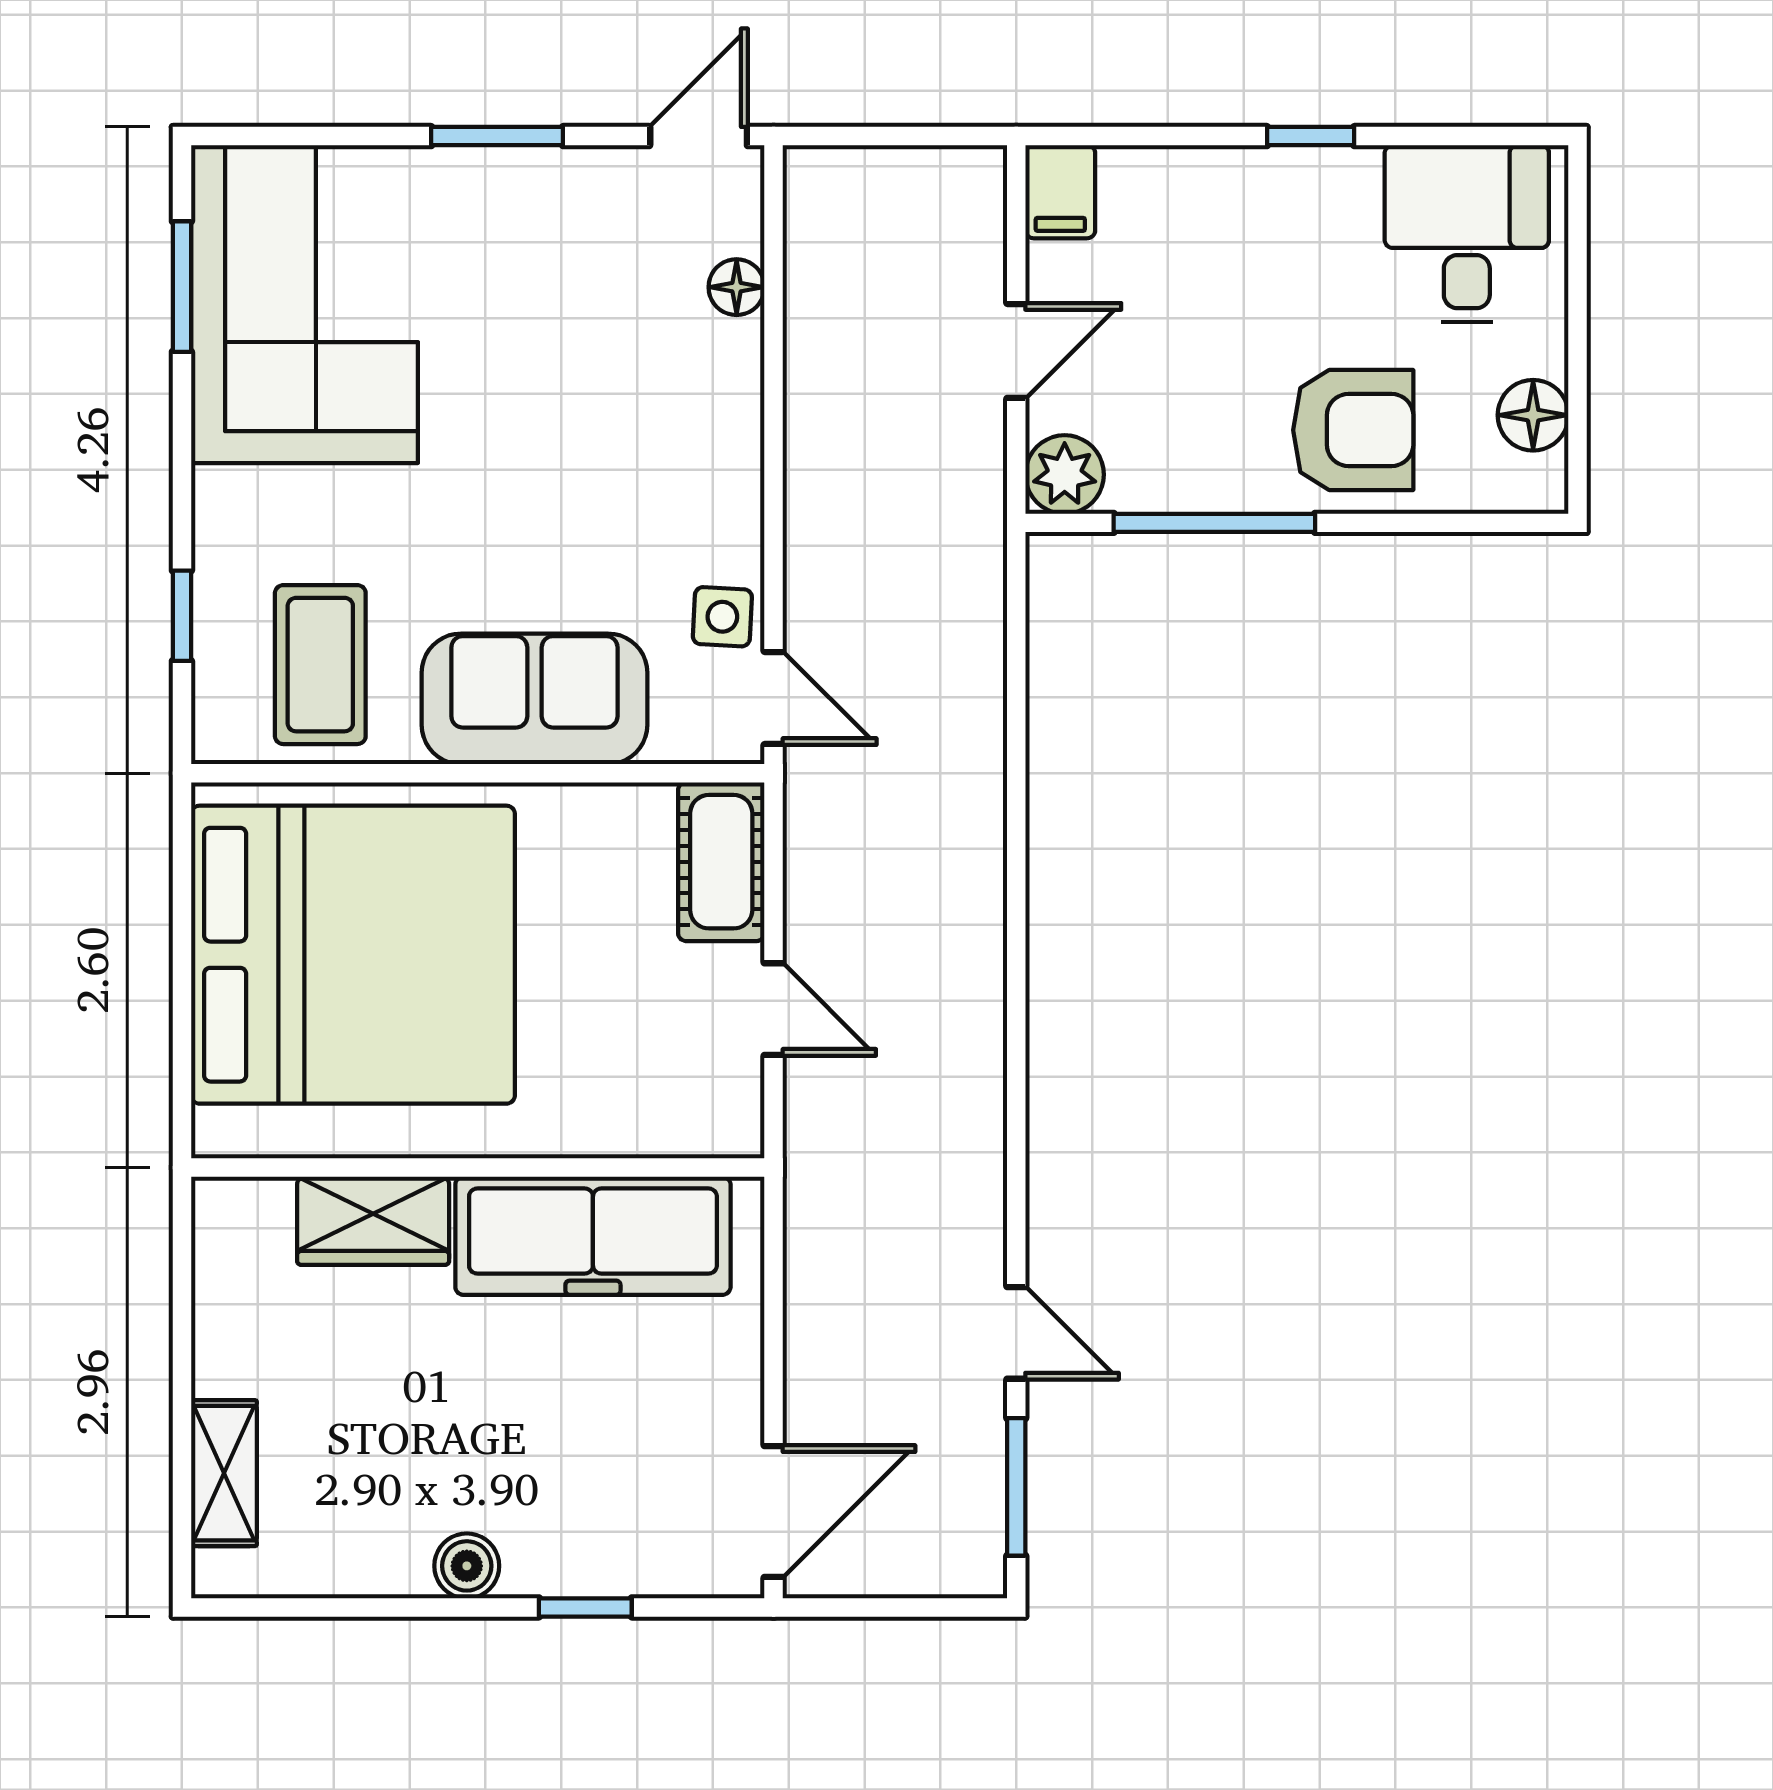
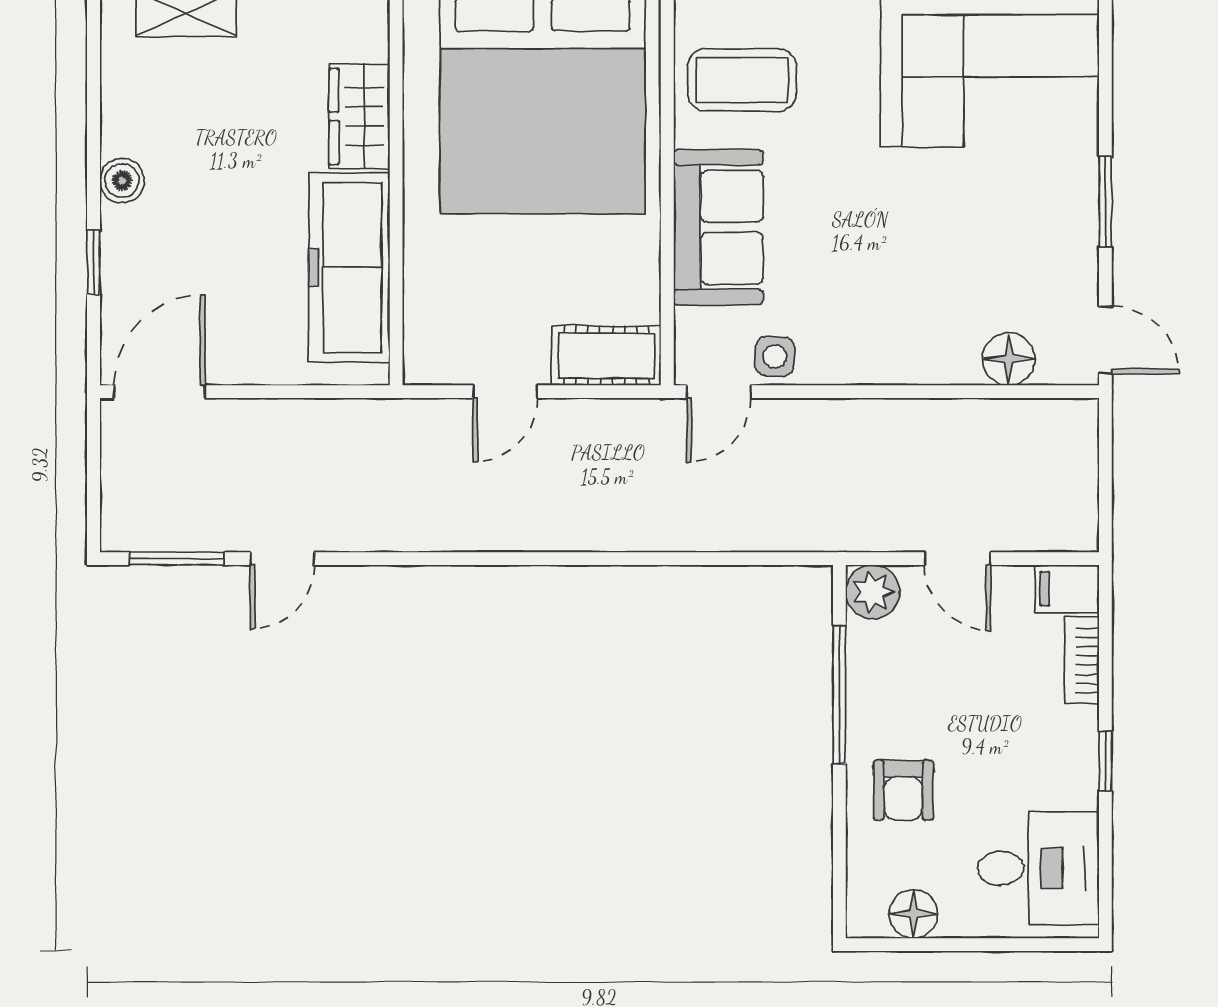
bookcase: (1164, 170) -> (1082, 660), added
floor lamp: (737, 287) -> (1009, 359), width x1.37, depth x1.37
armchair: (1353, 430) -> (903, 790), width x0.72, depth x0.72
door: (774, 1511) -> (159, 392), swing flipped

